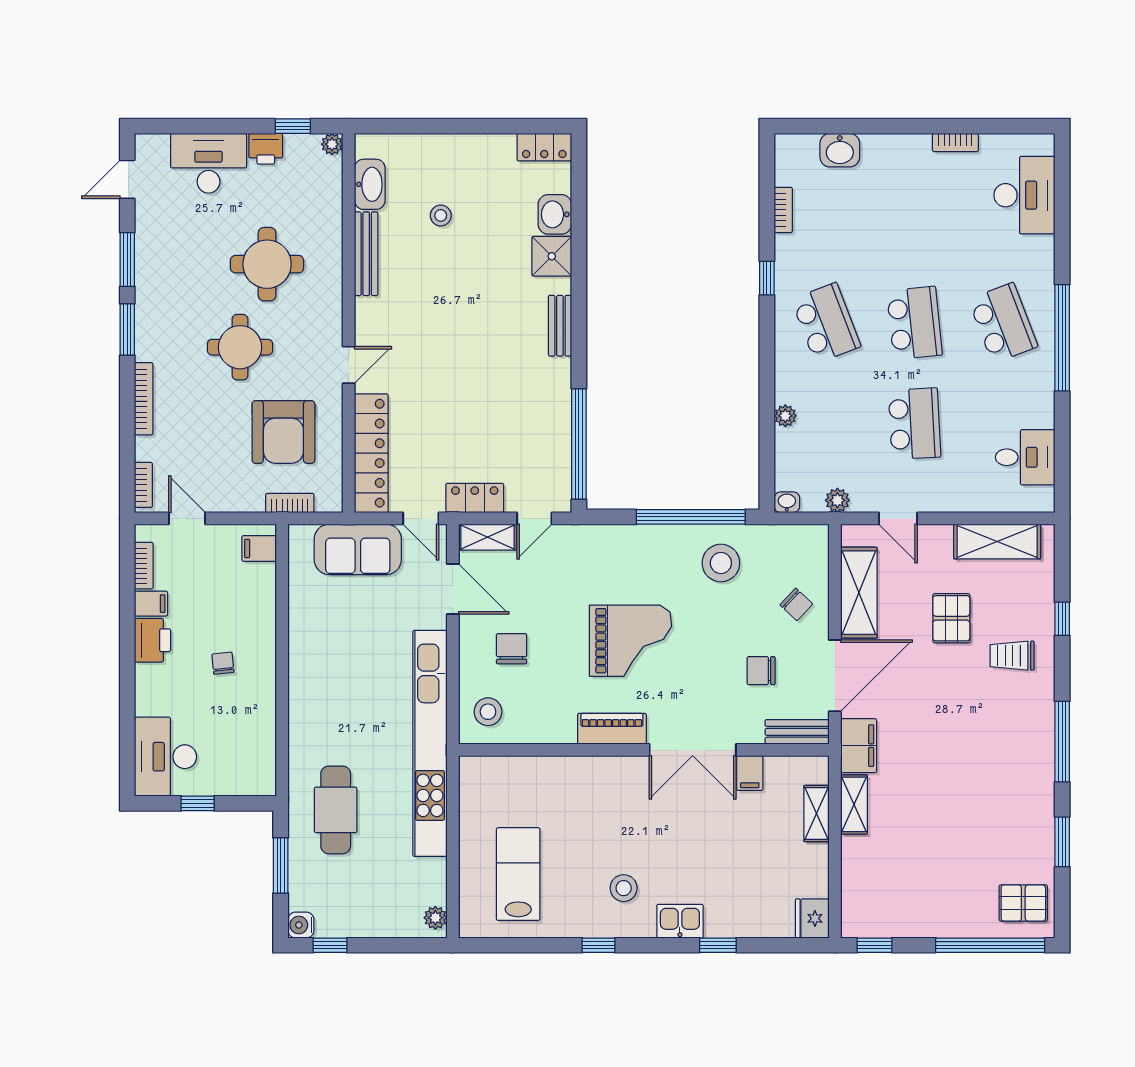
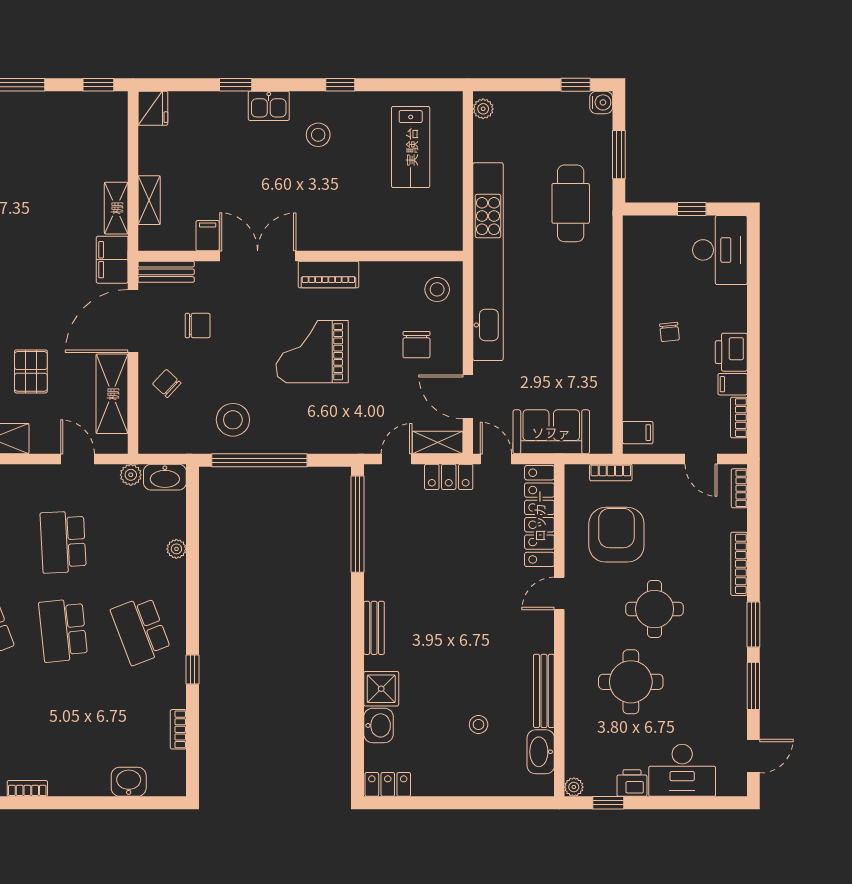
washbasin: (787, 502) -> (165, 477), width x1.91, depth x1.45

